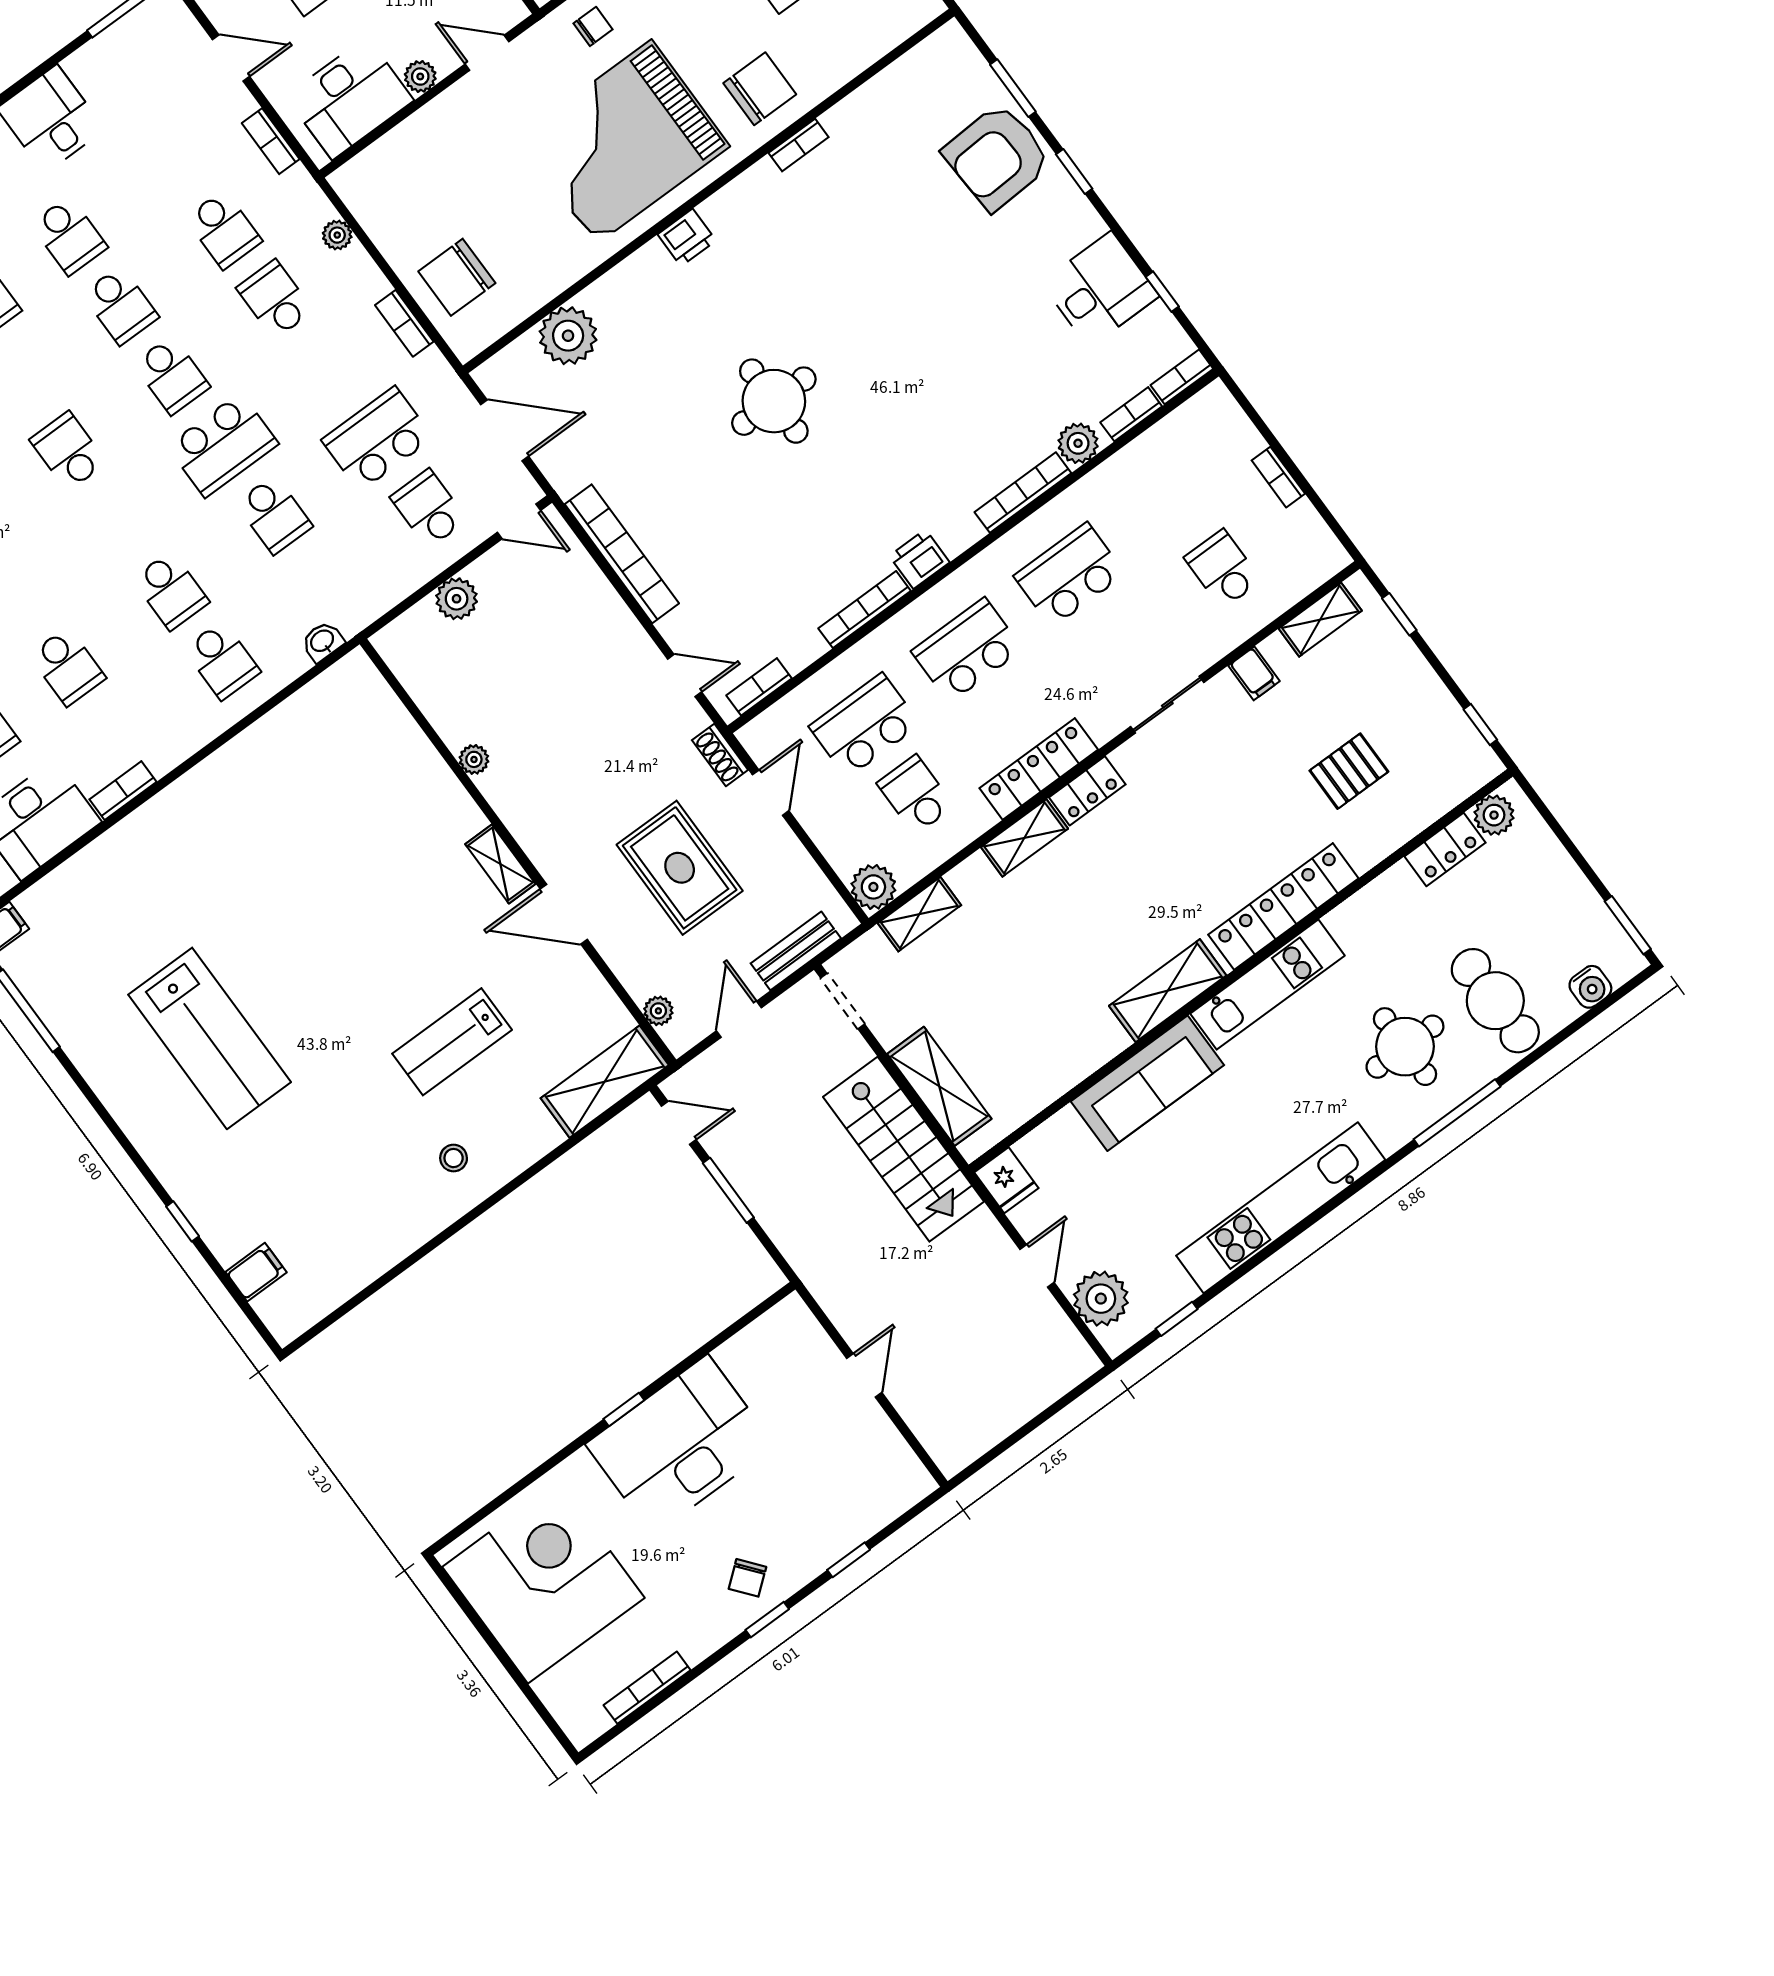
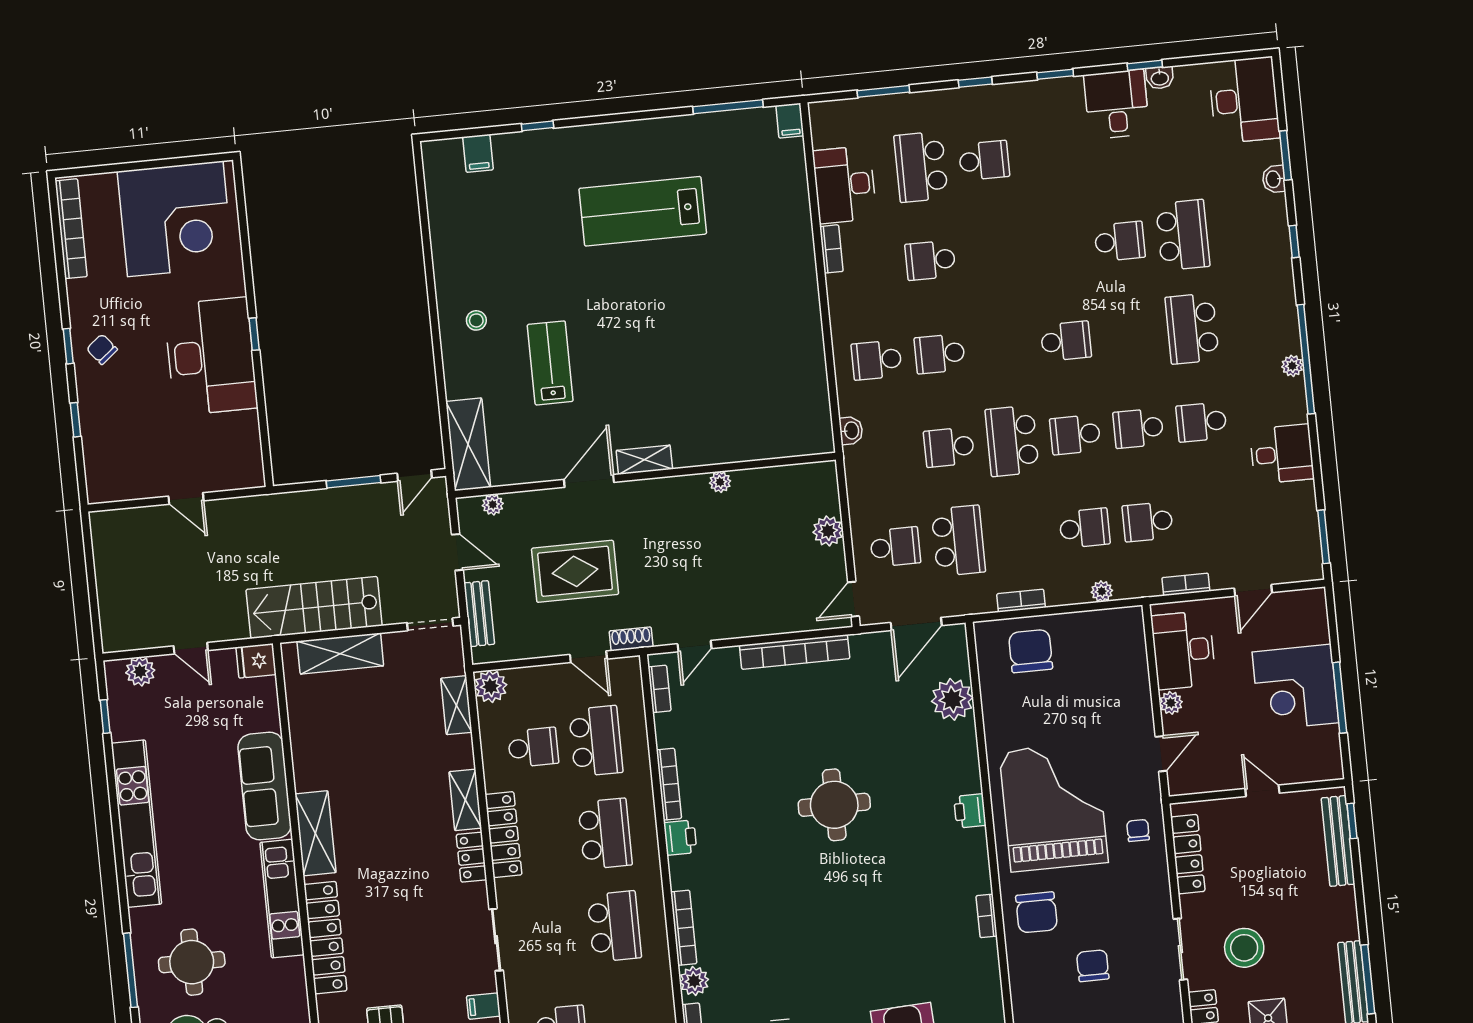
chair: (593, 26) -> (1138, 830), turned 180
plant: (1101, 1299) -> (140, 671), width x0.73, depth x0.73
bookcase: (647, 1688) -> (71, 229), width x1.48, depth x1.31

